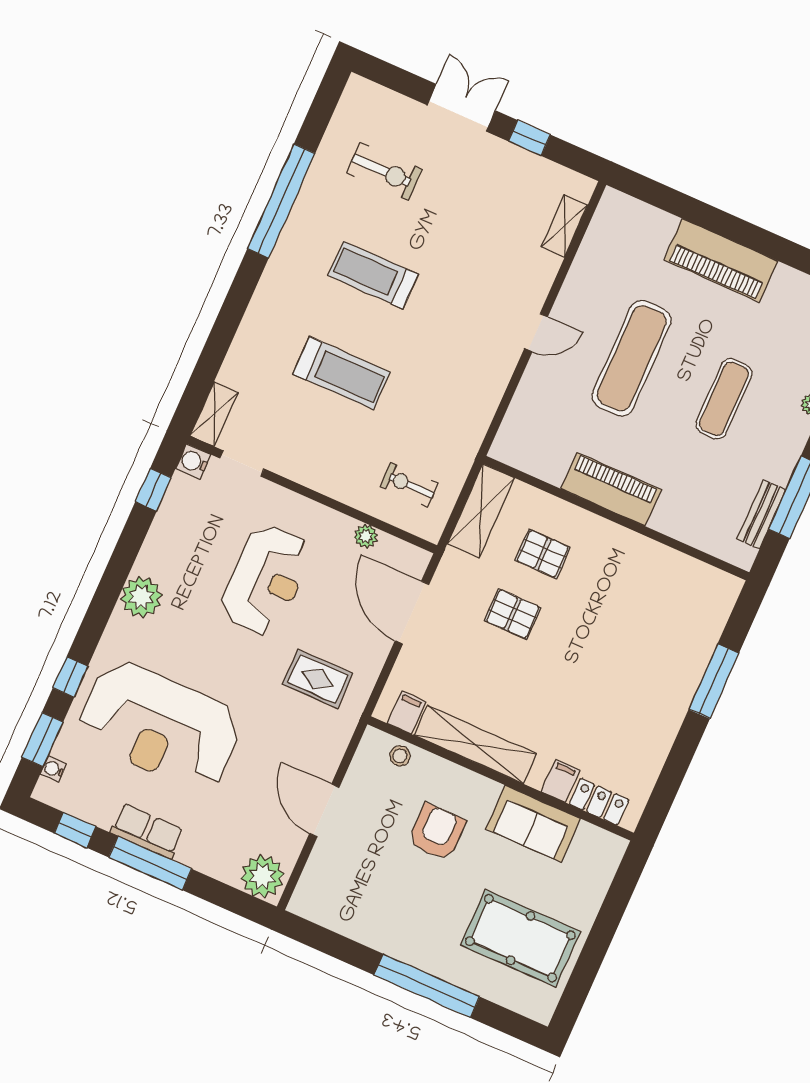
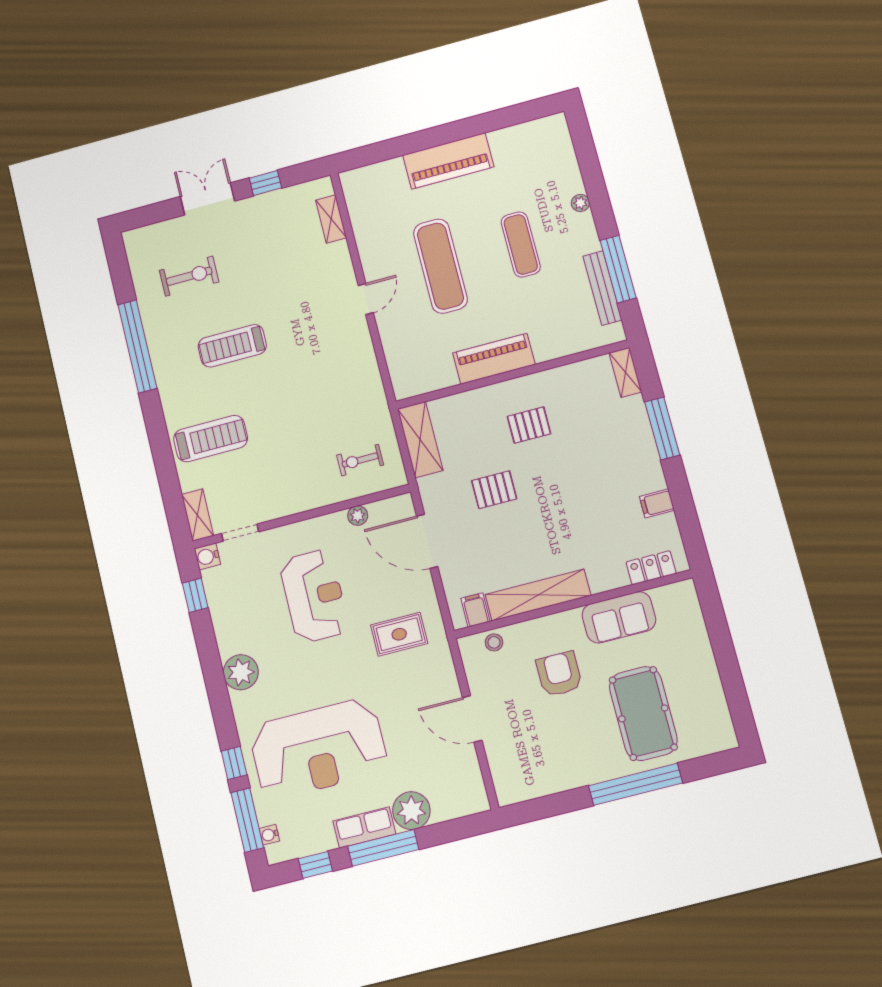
treadmill: (341, 373) -> (211, 439), moved
bench: (761, 514) -> (602, 288), width x1.36
pallet: (543, 554) -> (529, 425), moved
shelving: (723, 601) -> (625, 372), added
window: (43, 740) -> (247, 820), width x1.44
filing cabinet: (561, 781) -> (657, 503), moved, turned -90
plant: (262, 876) -> (411, 811), moved
pool table: (520, 938) -> (643, 713), moved, turned 90

